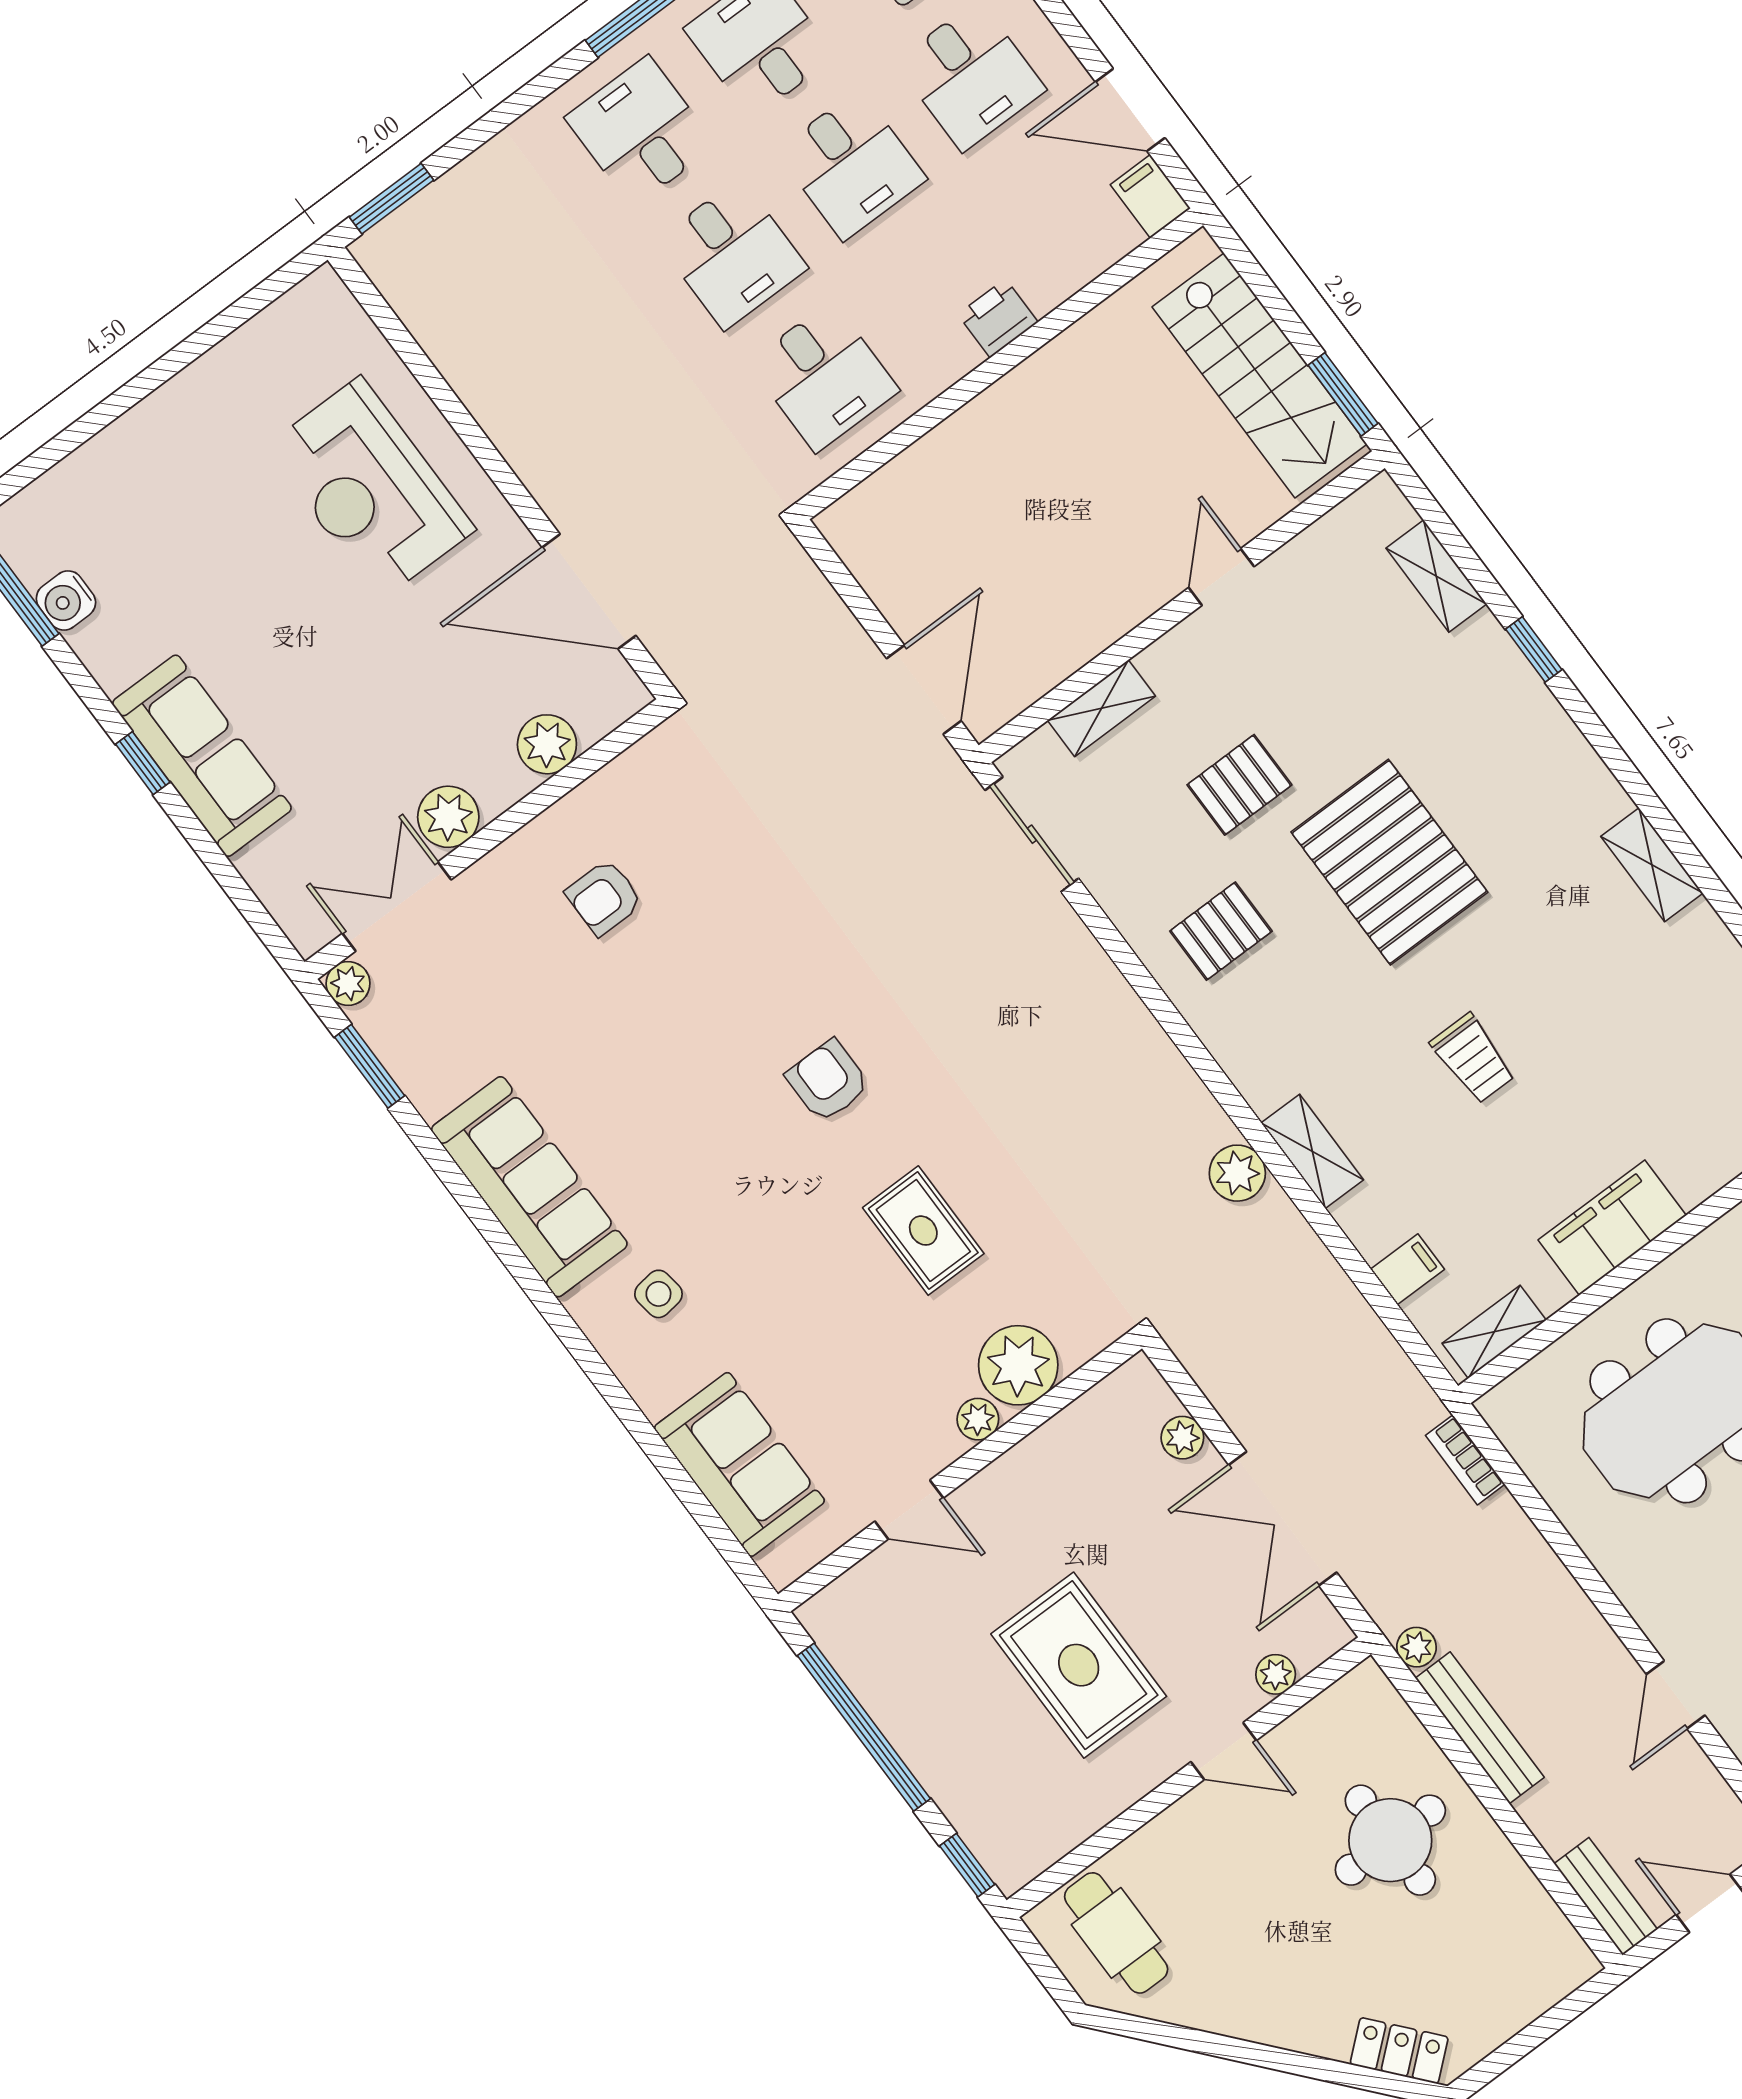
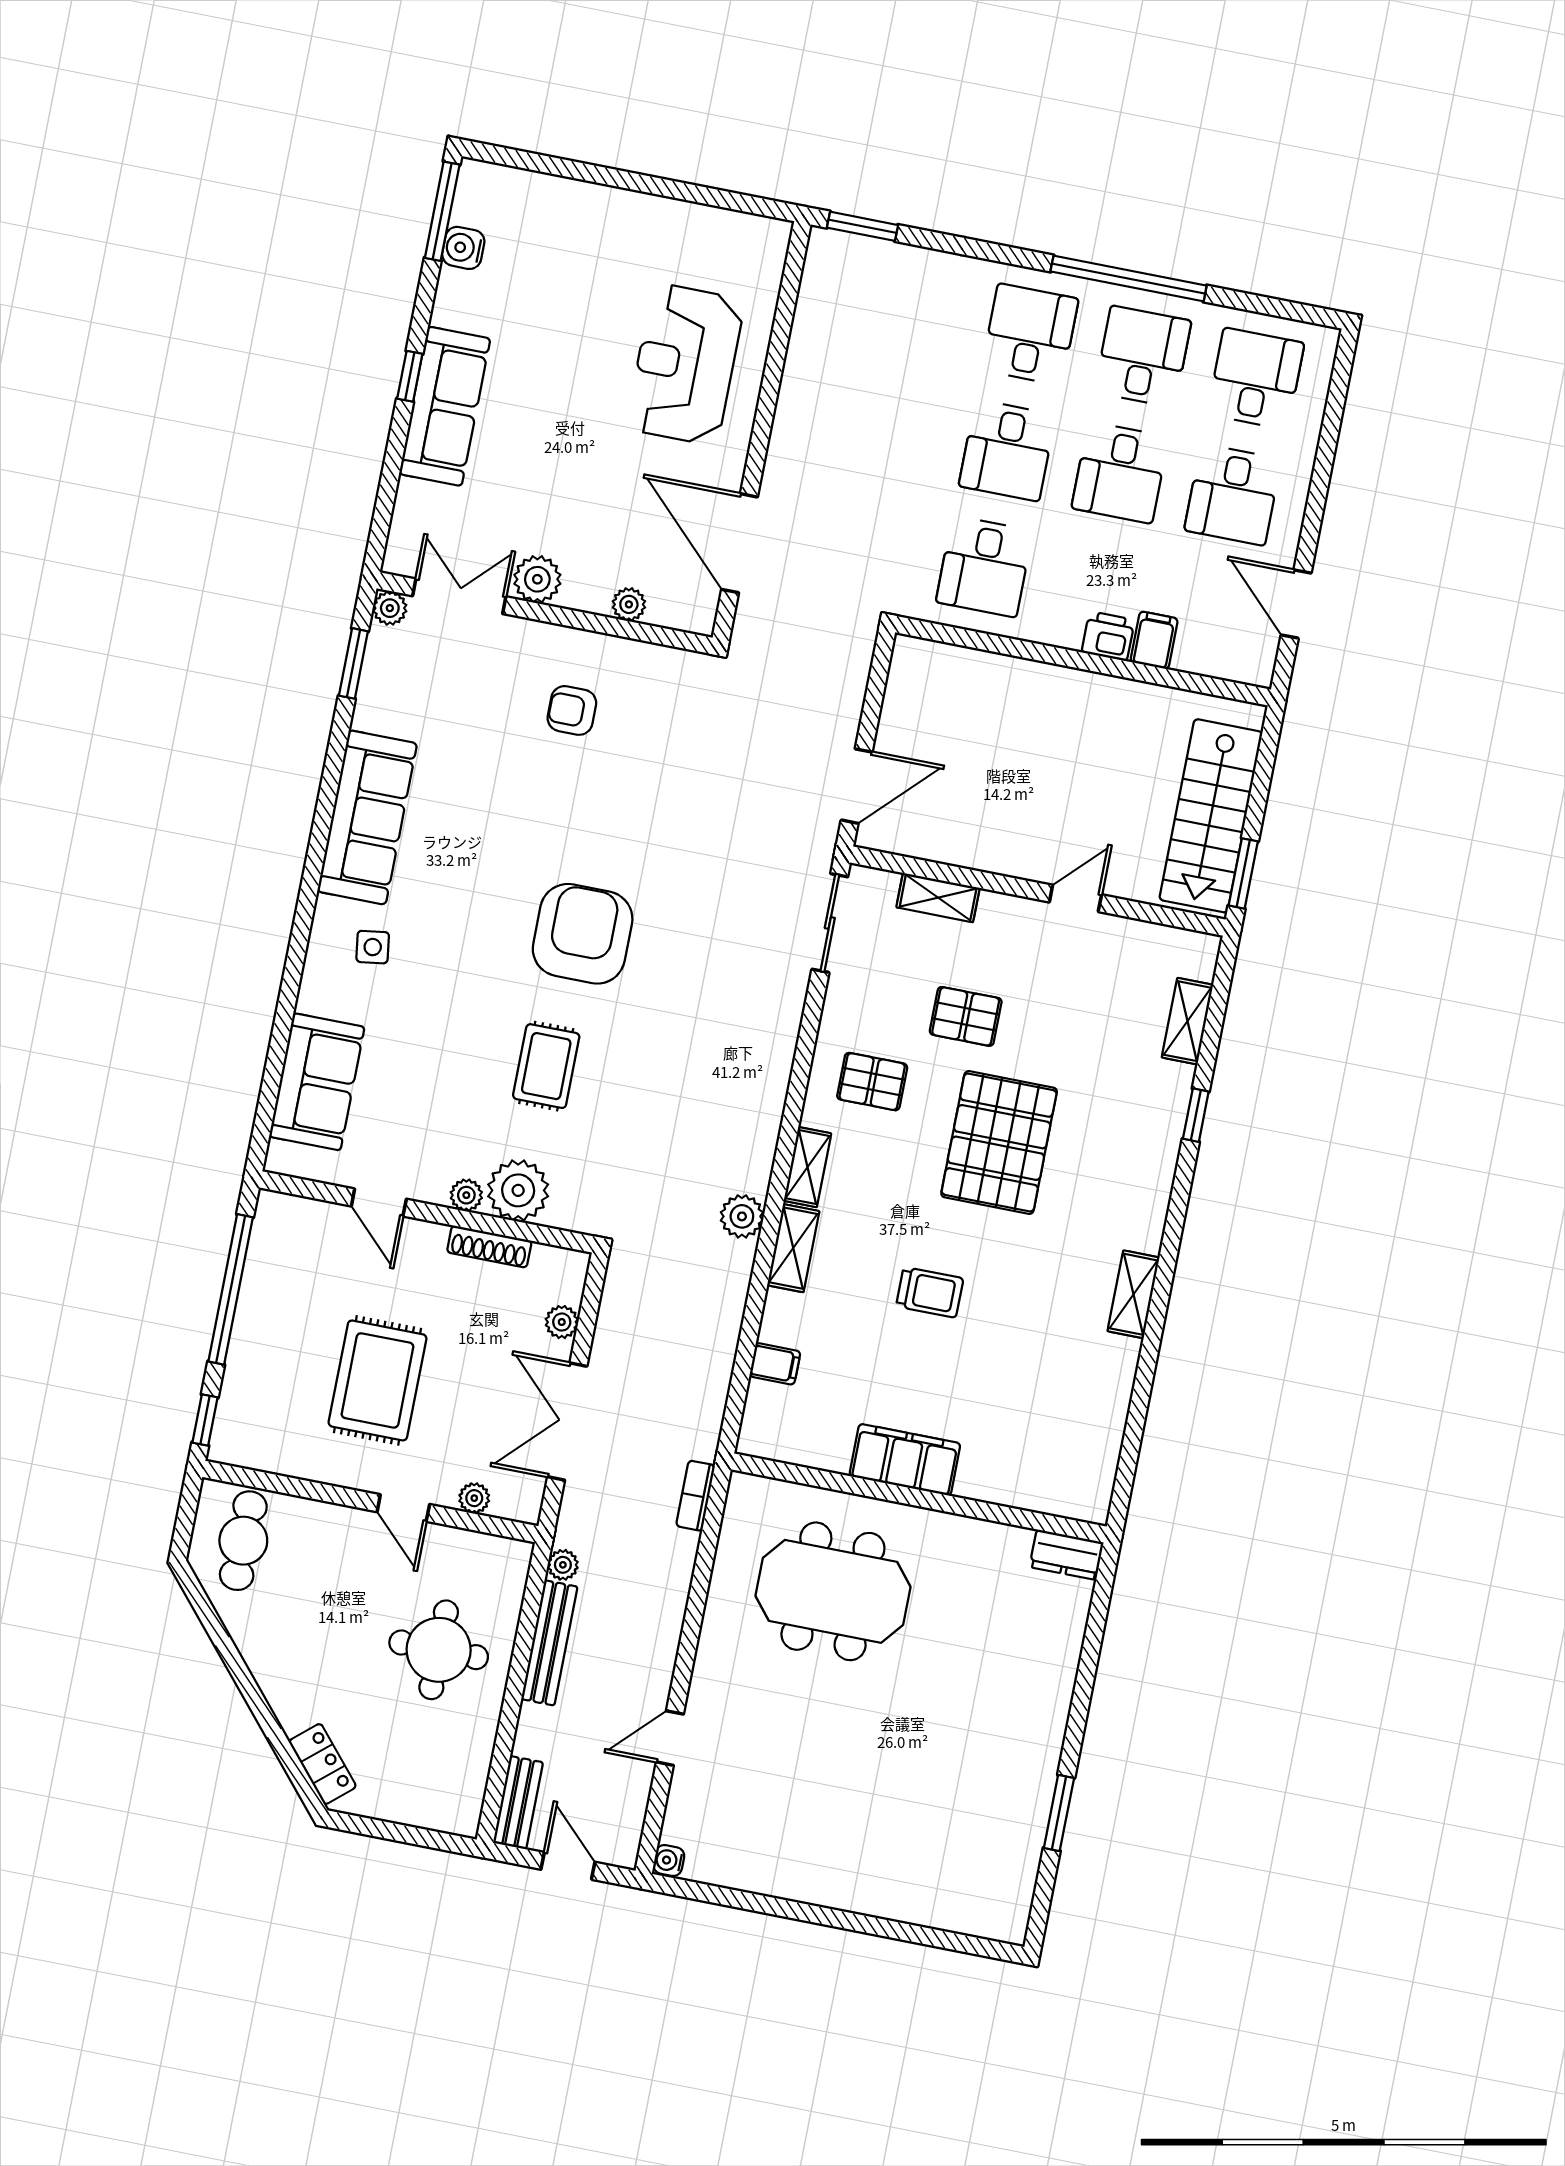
filing cabinet: (1150, 196) -> (1154, 640), moved
plant: (547, 744) -> (629, 604), width x0.73, depth x0.73
trolley: (1473, 1059) -> (930, 1292), turned -90
armchair: (828, 1081) -> (583, 934), width x1.88, depth x1.88
shelving: (1494, 1332) -> (807, 1167), moved, turned 90
shoe rack: (1047, 1442) -> (489, 1247), added

